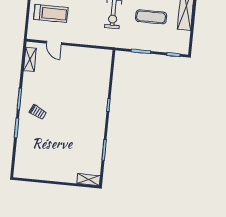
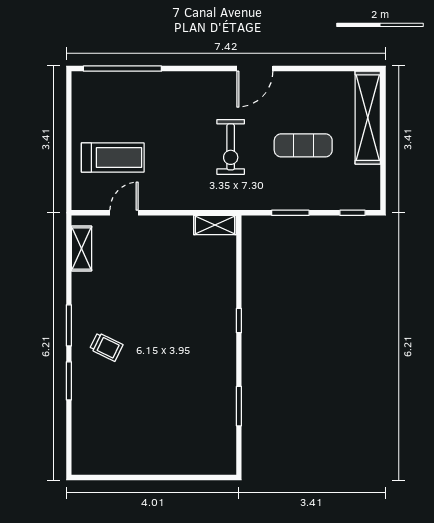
door: (54, 43) -> (124, 213), swing flipped
shelving: (89, 180) -> (215, 225), moved

